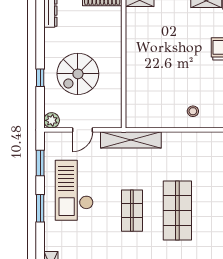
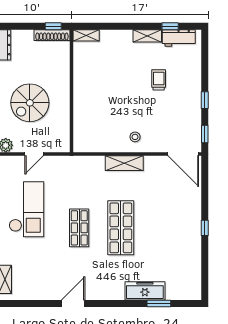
shelving: (131, 140) -> (124, 163), moved, width x0.68
checkout: (74, 190) -> (26, 209), turned 180

